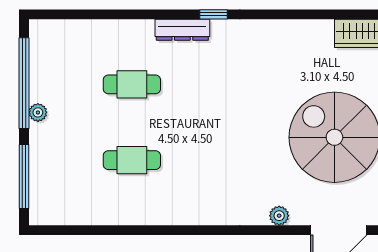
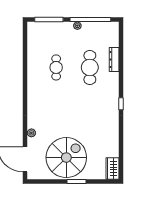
dresser: (182, 30) -> (114, 60), moved
cafe table: (132, 84) -> (90, 67), width x1.37, depth x1.35

